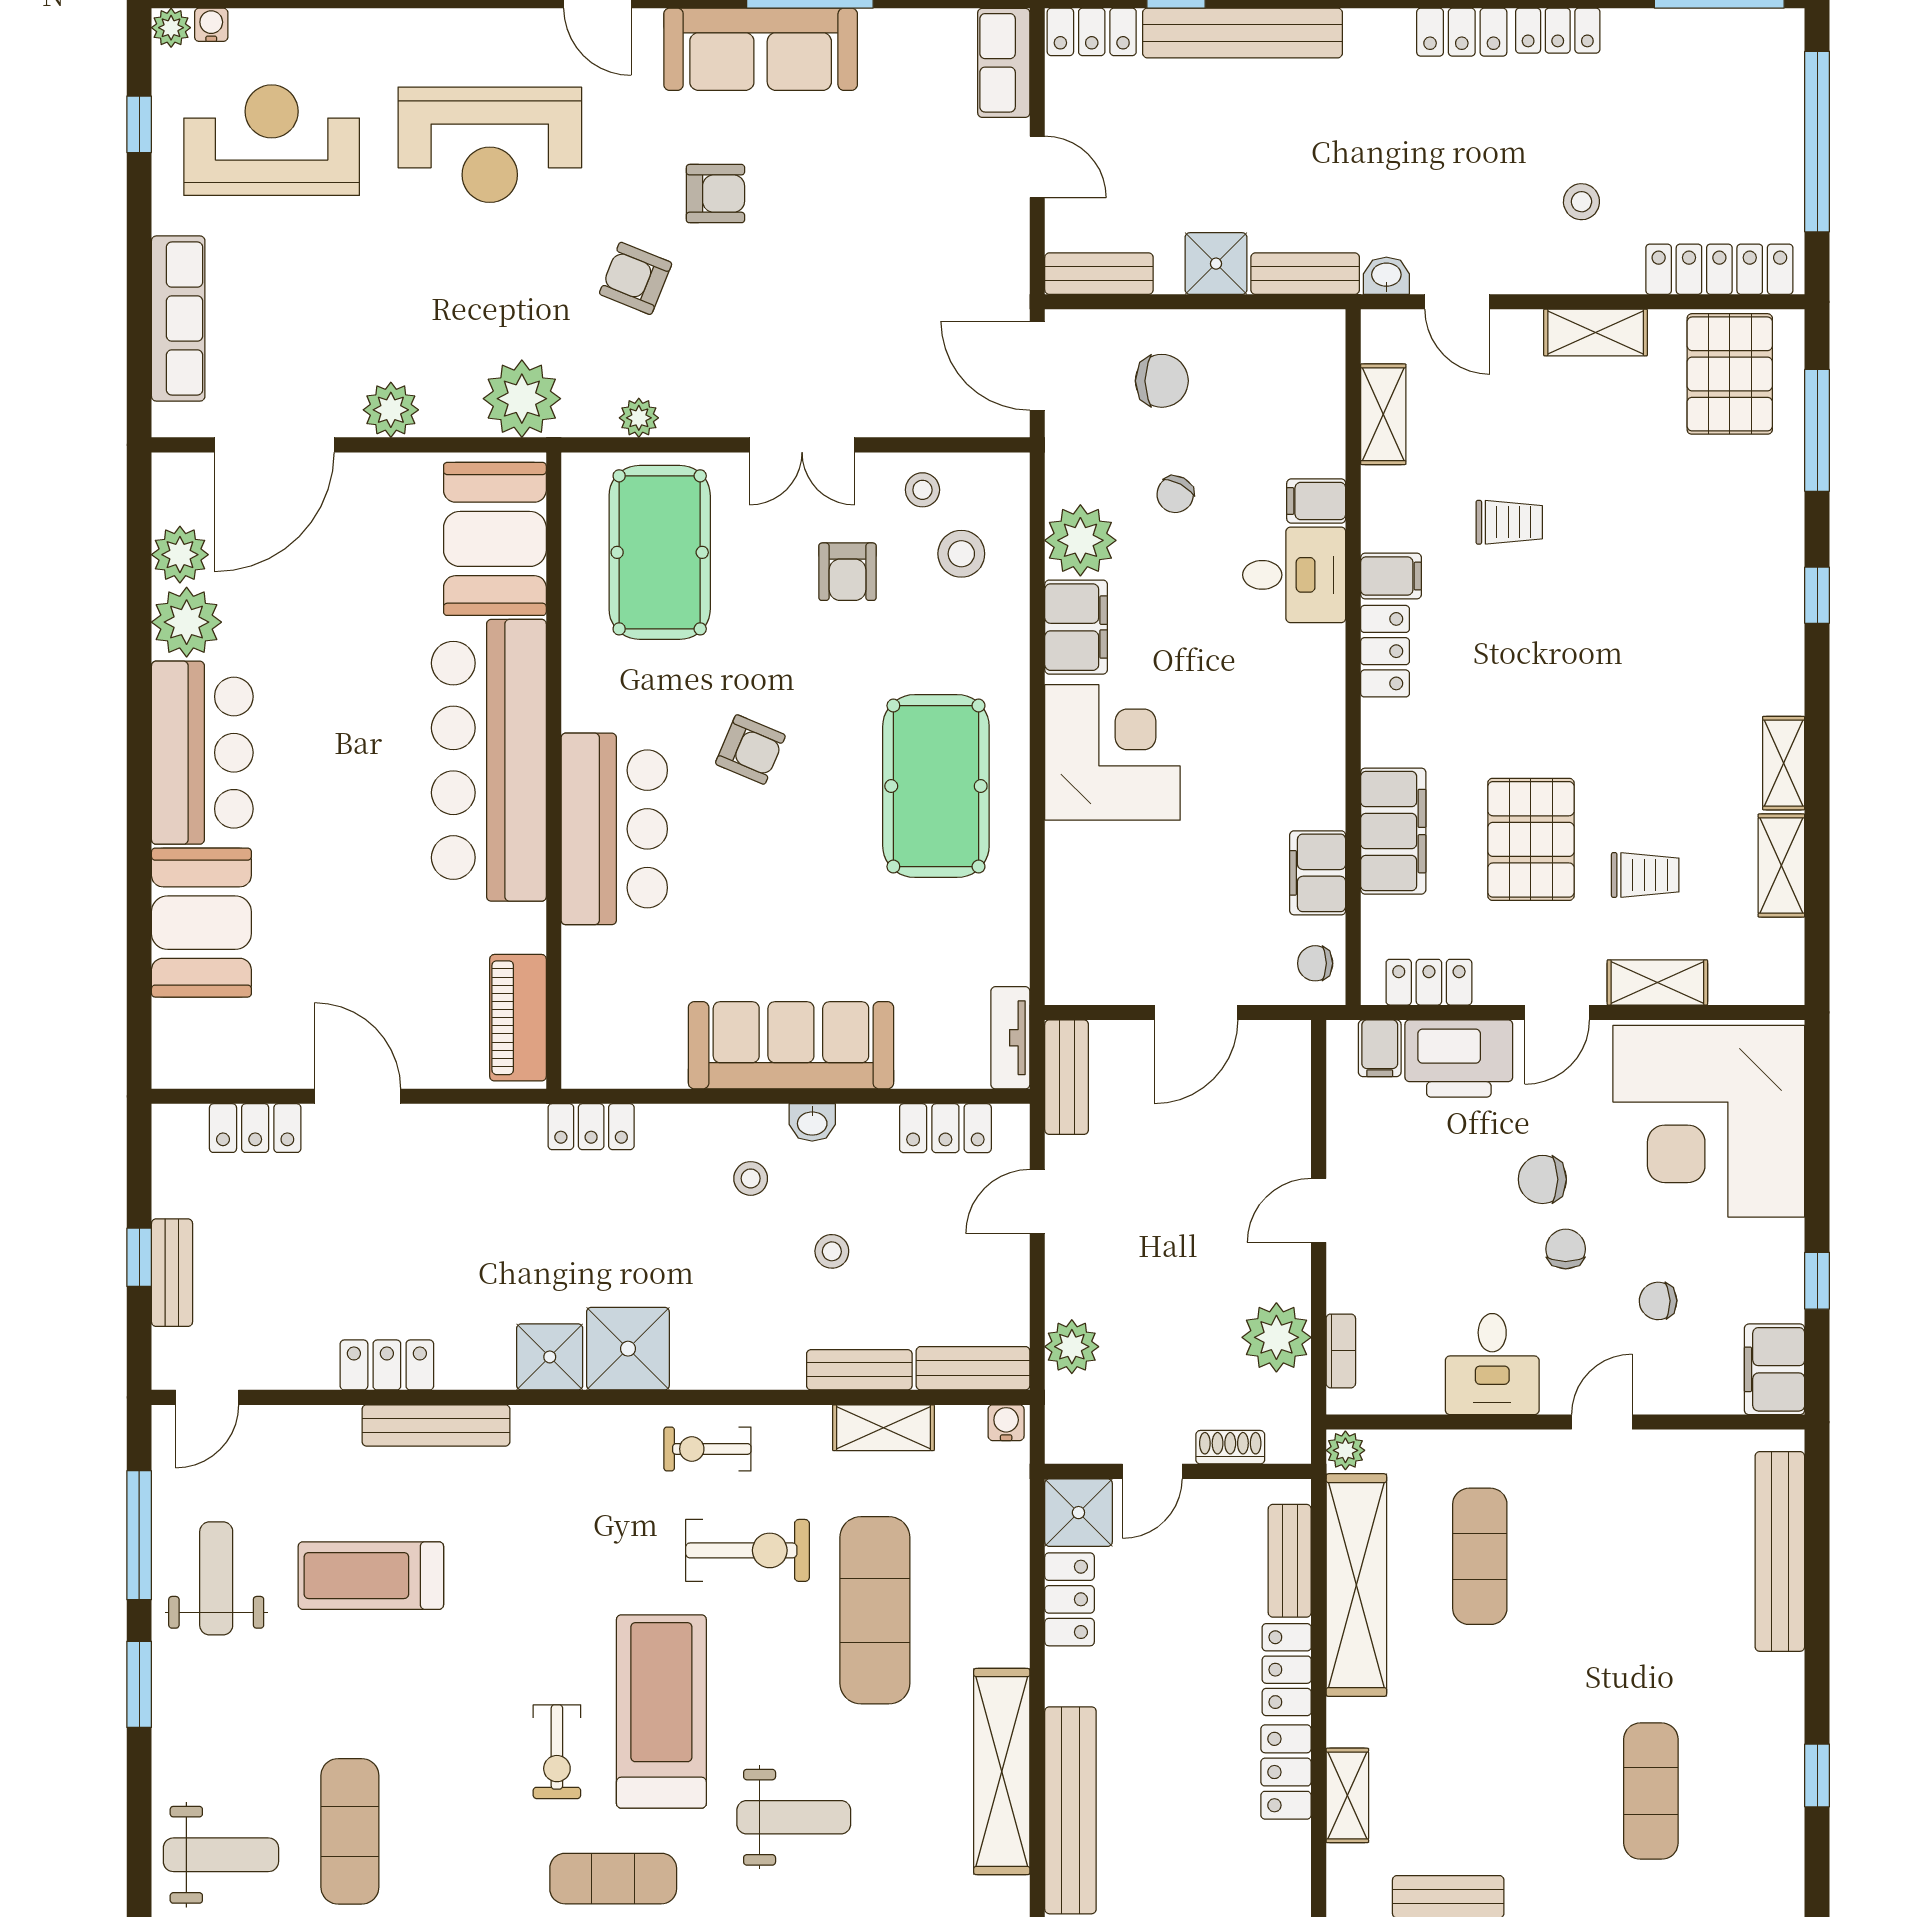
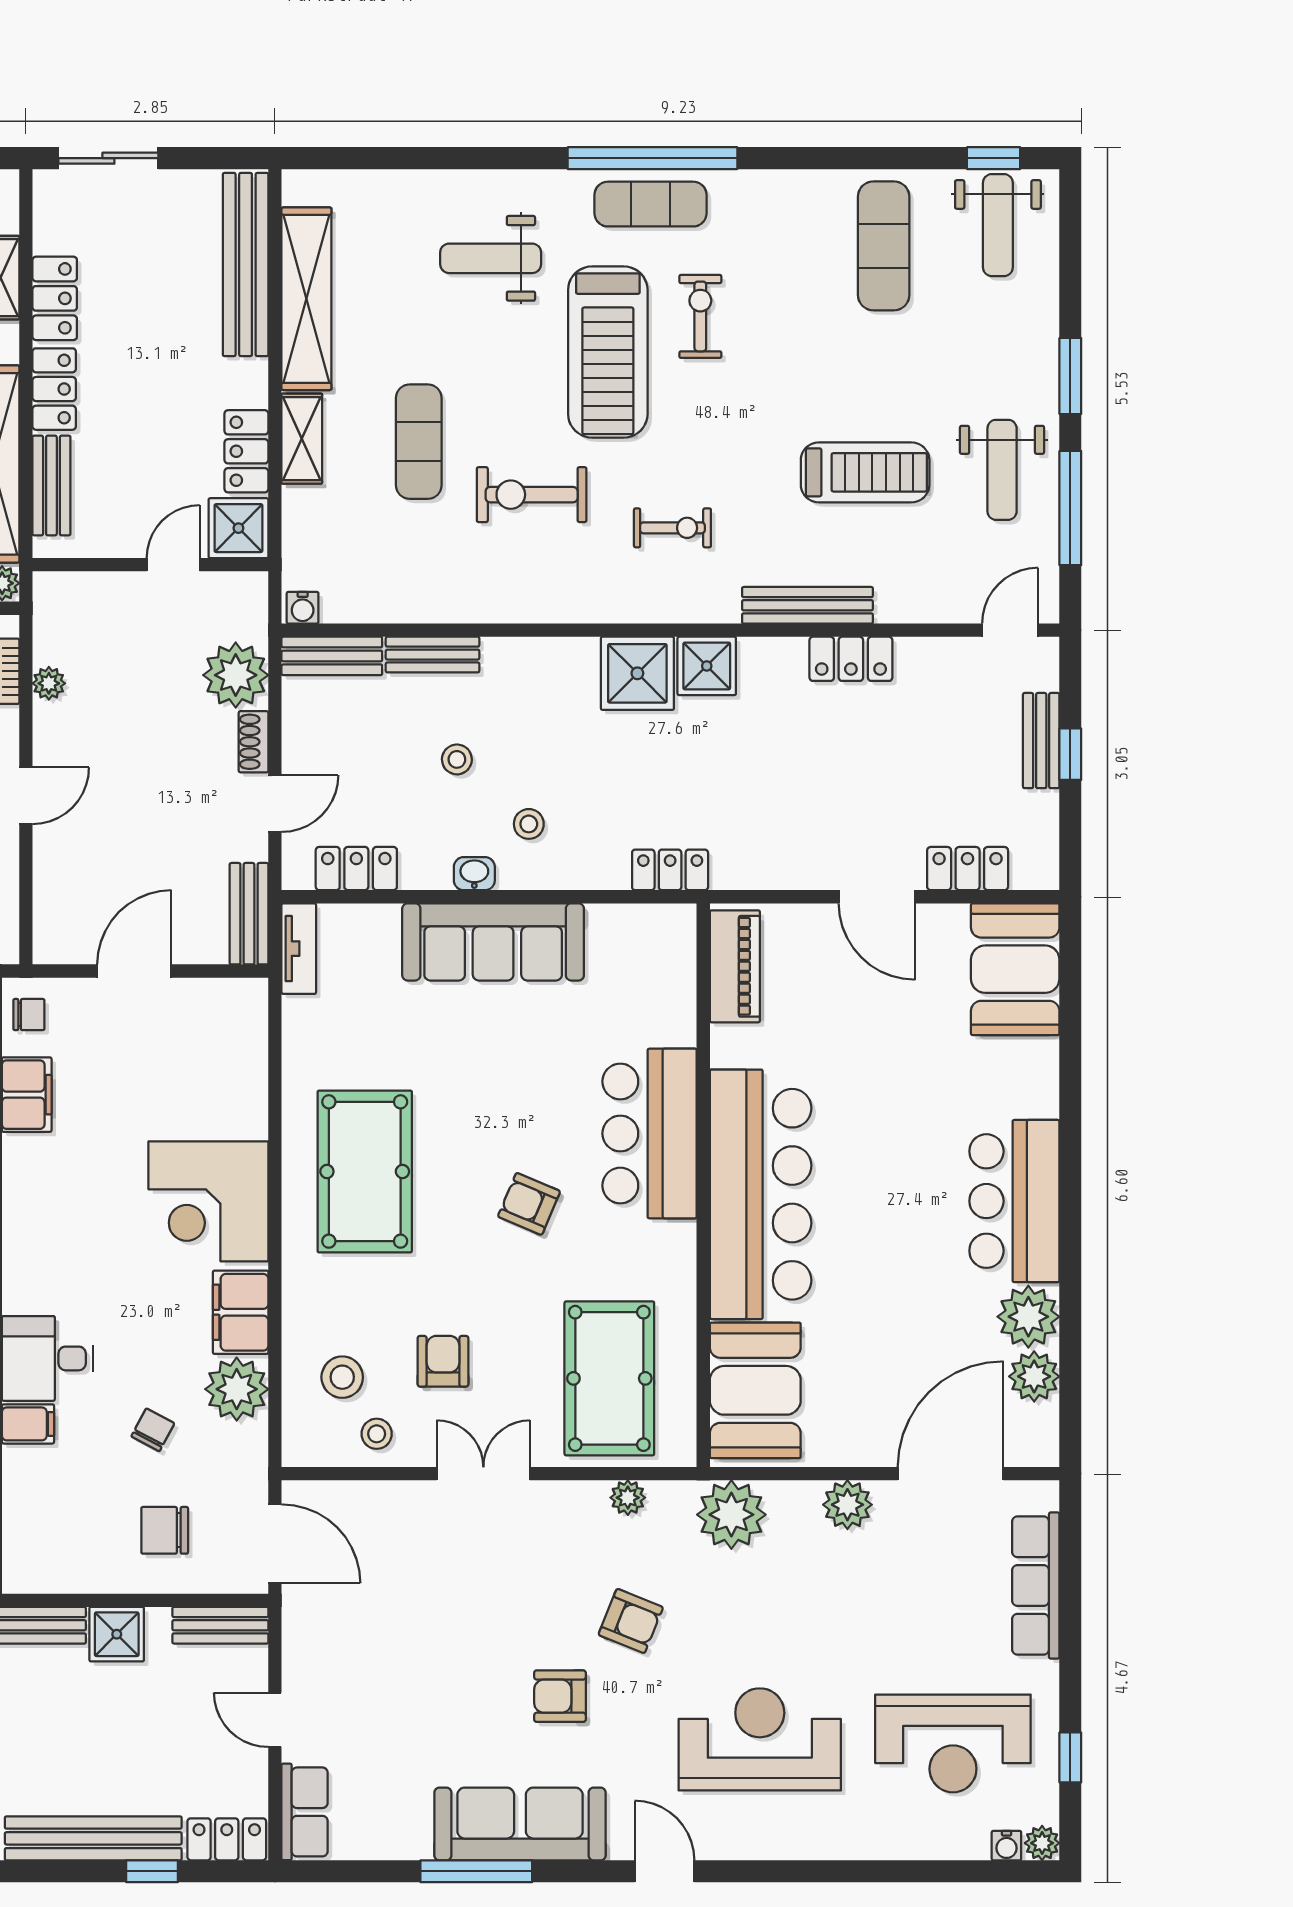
booth: (201, 923) -> (1015, 969), moved
plant: (1276, 1337) -> (49, 683), width x0.53, depth x0.53
plant: (1072, 1347) -> (236, 675), width x1.36, depth x1.36
shelving: (883, 1428) -> (302, 439), moved, turned 90
shoe rack: (1230, 1447) -> (254, 742), moved, turned 90
exercise bike: (707, 1449) -> (672, 528), moved
exercise mat: (875, 1610) -> (419, 442), width x0.73, depth x0.69
weight bench: (221, 1855) -> (998, 225), turned -90

